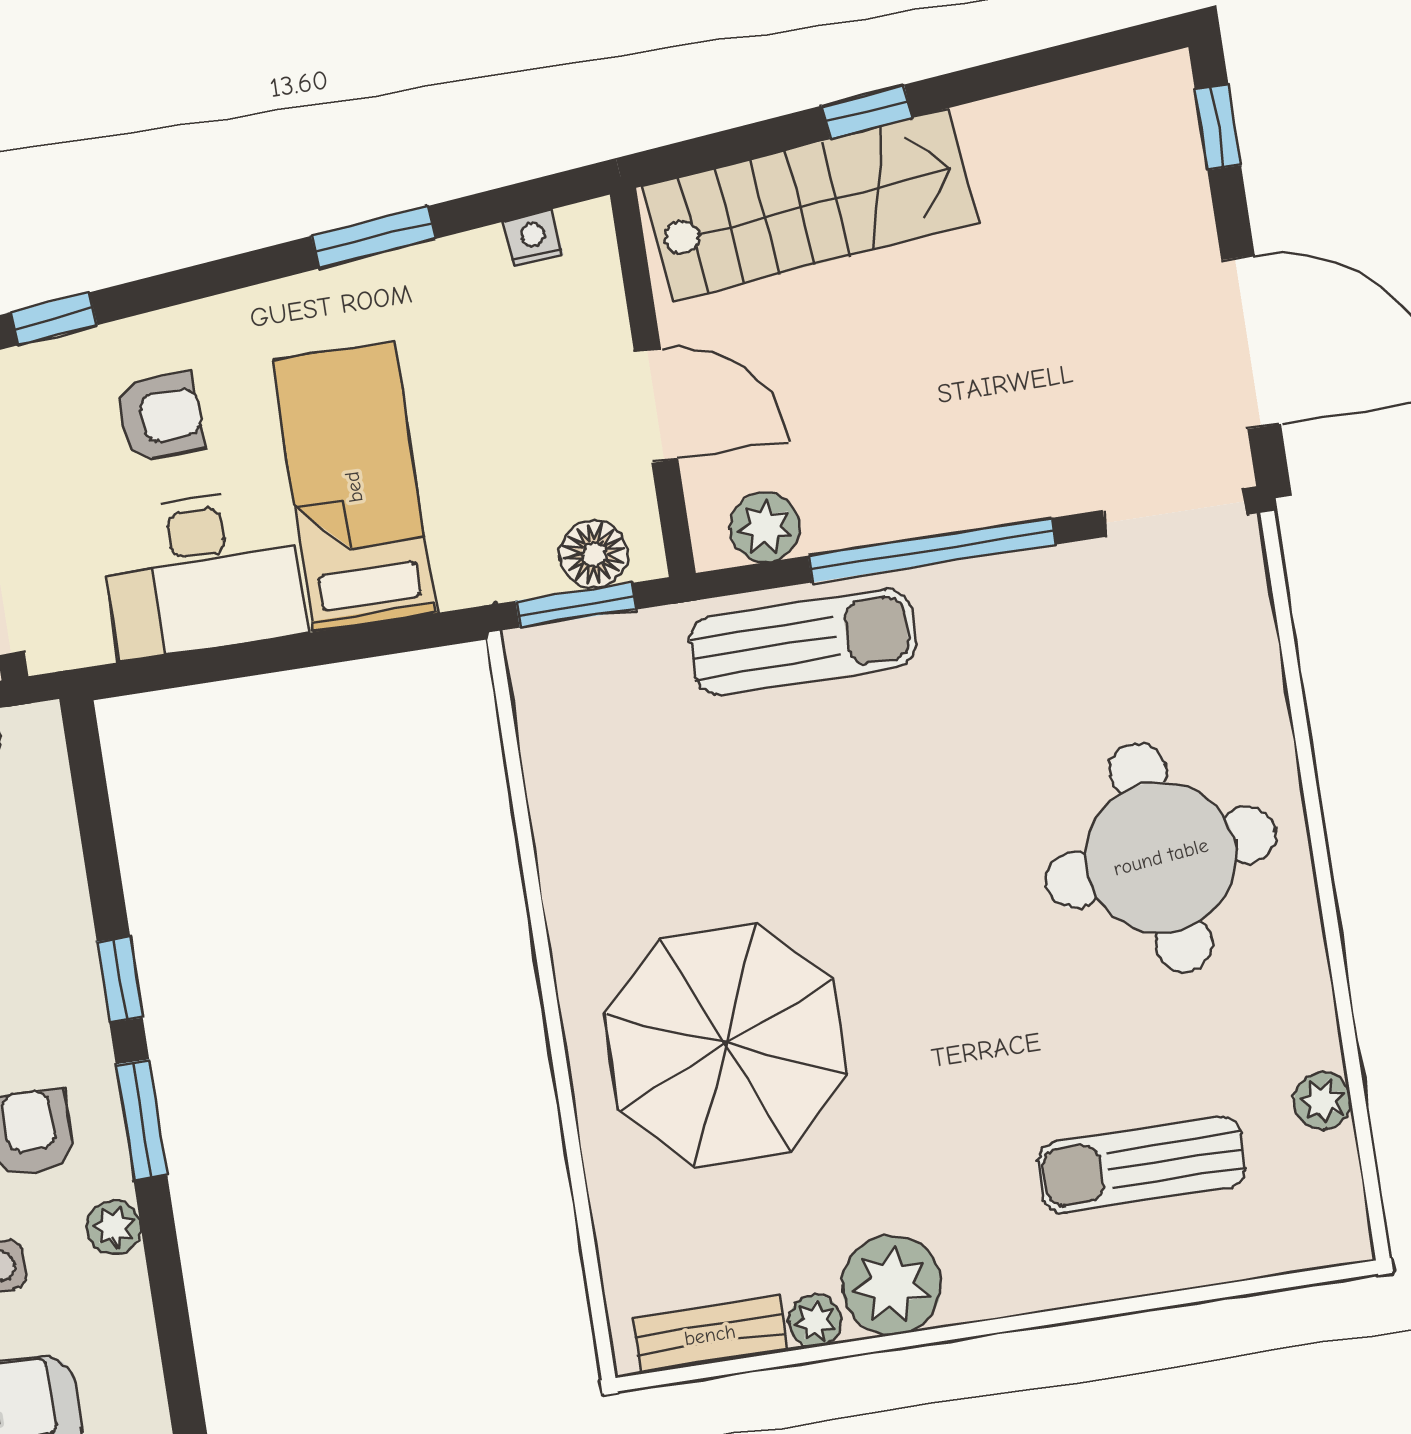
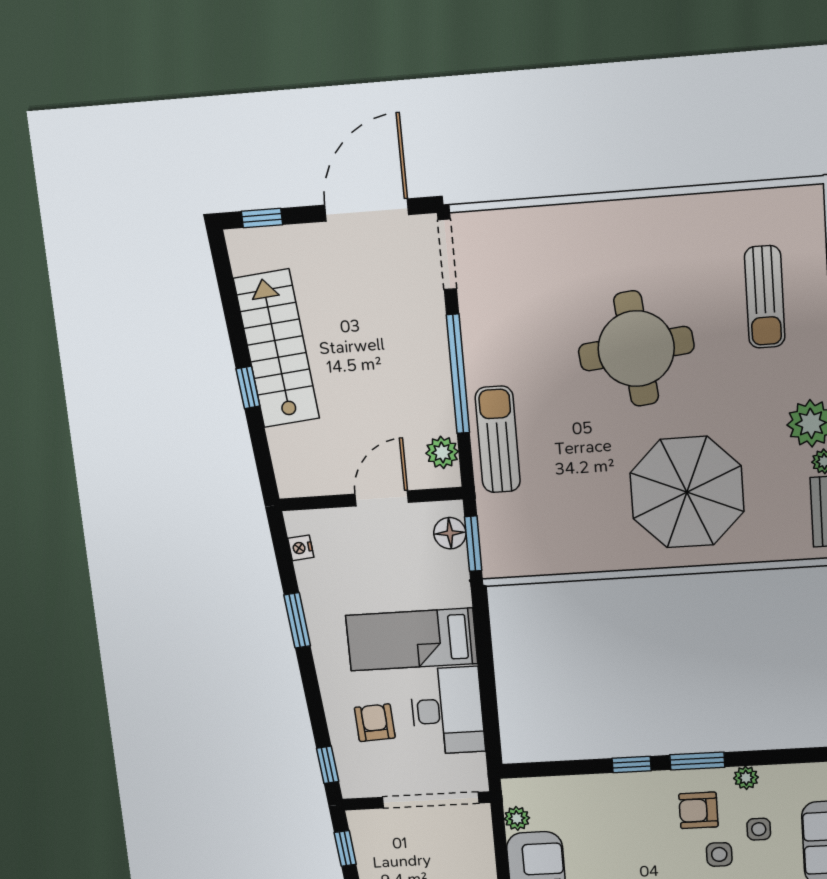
stairs: (810, 205) -> (276, 349), moved
round table: (1161, 857) -> (636, 349), moved
plant: (1323, 1101) -> (742, 204), removed

